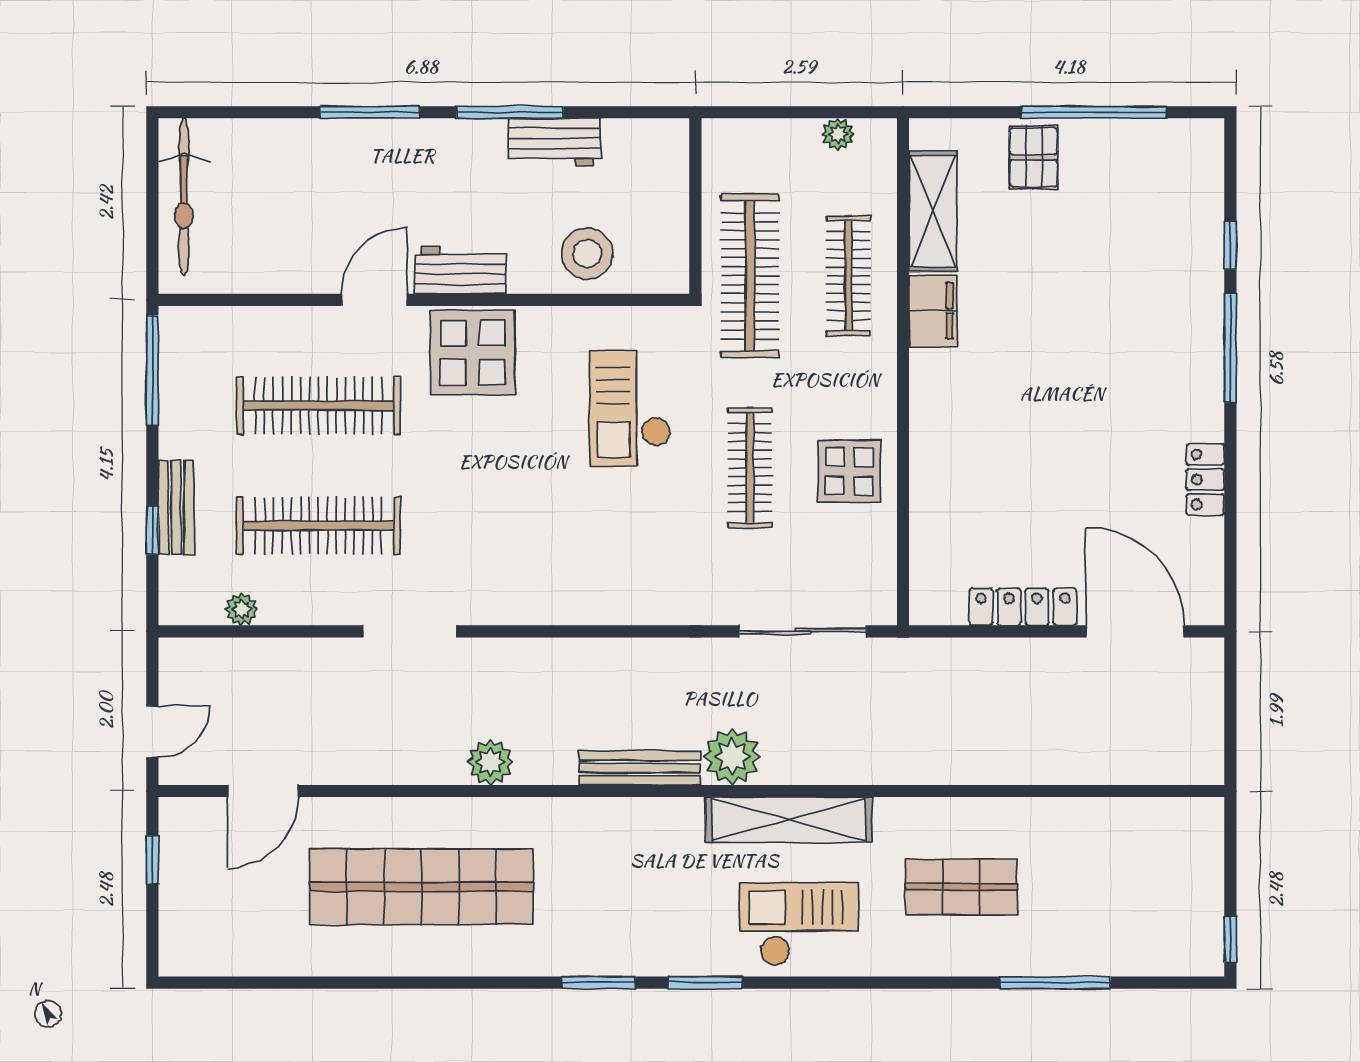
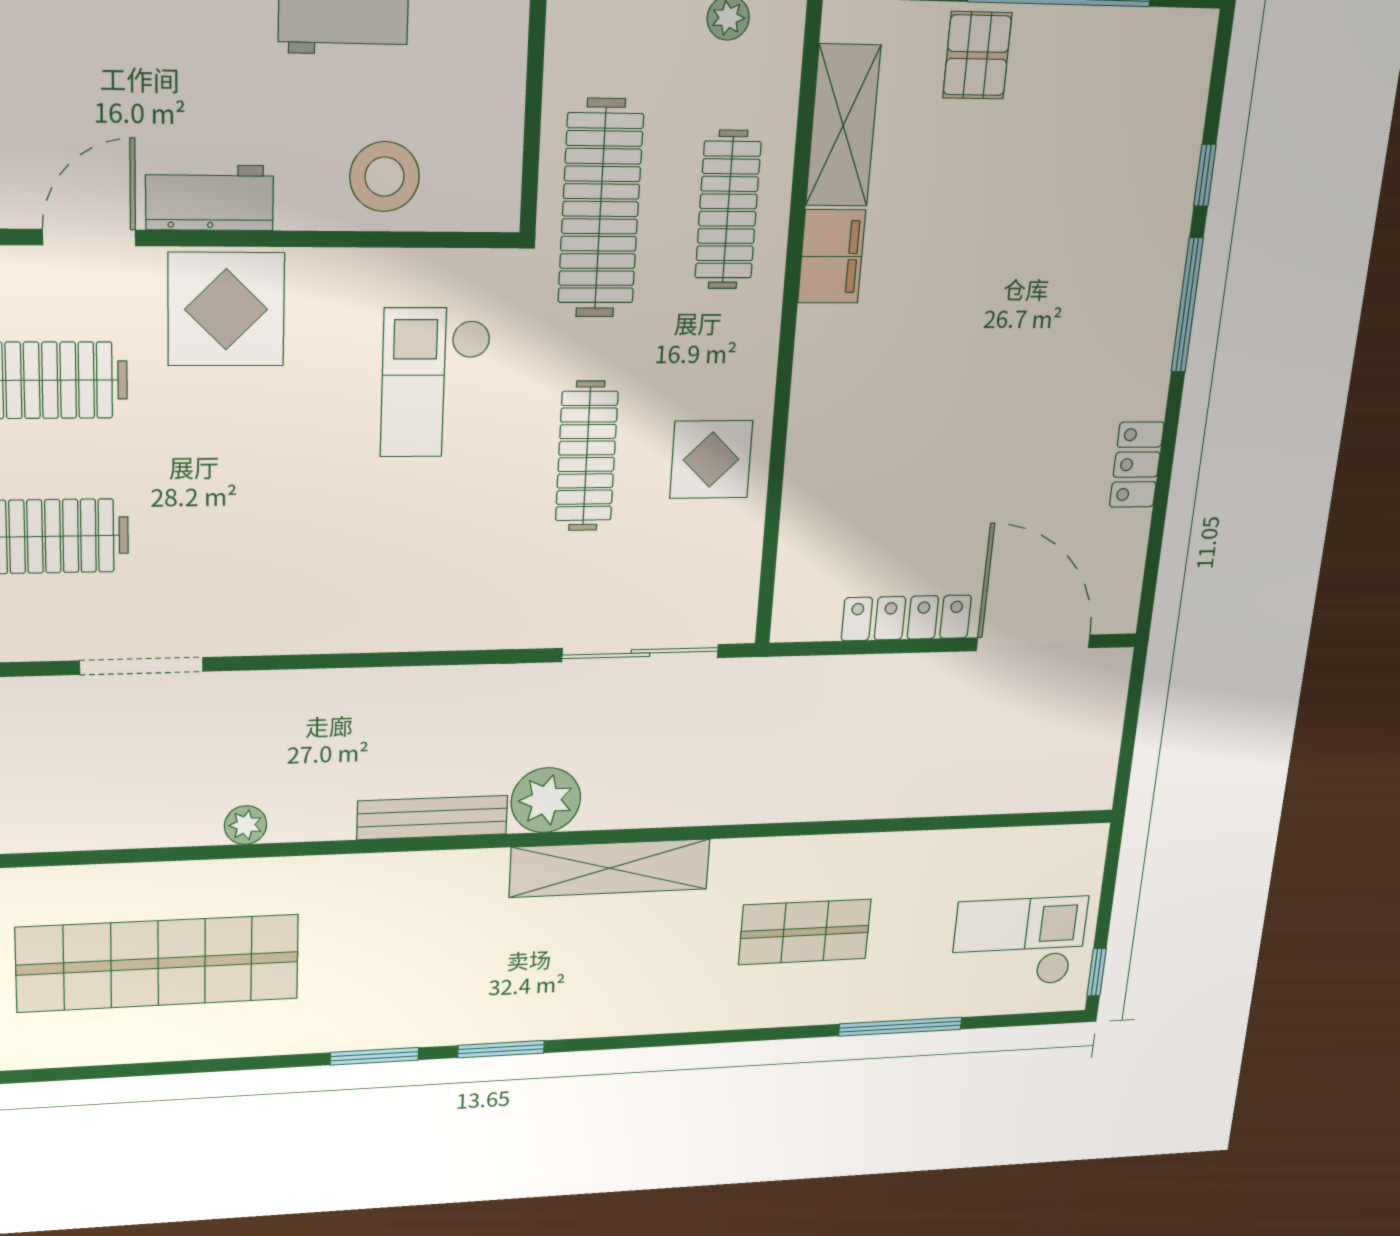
plant: (490, 762) -> (246, 825), width x0.73, depth x0.73
checkout: (799, 924) -> (1019, 942), moved

